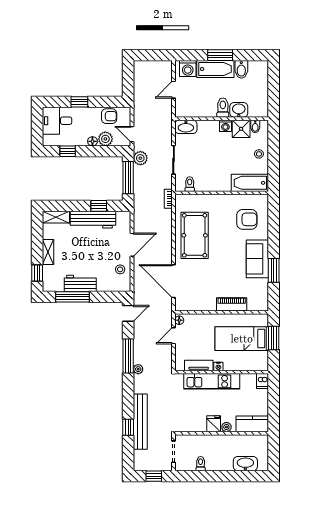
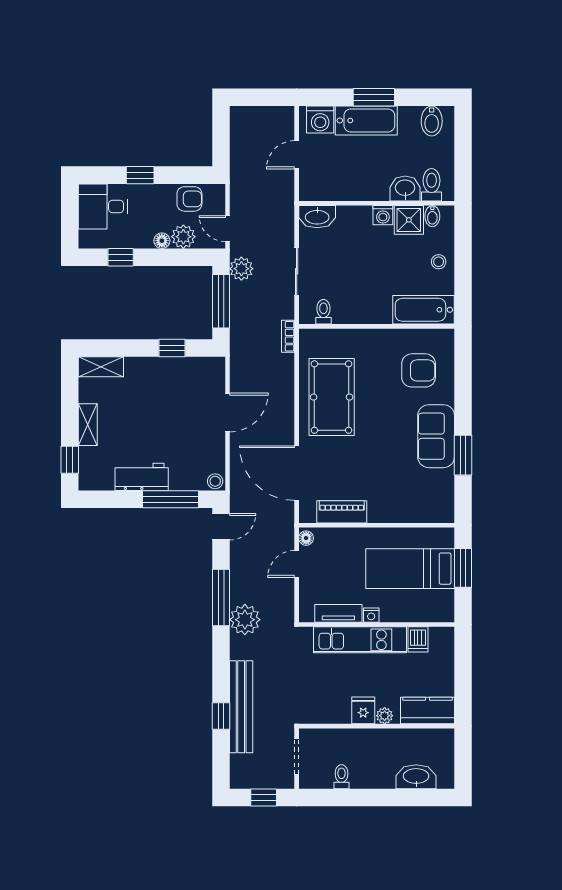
bidet: (241, 69) -> (432, 121), moved
toilet: (223, 108) -> (432, 185), moved
workbench: (93, 220) -> (163, 371), removed
stool: (120, 269) -> (215, 481), moved
window: (72, 297) -> (171, 499), moved
piano: (232, 304) -> (342, 512), moved
plant: (138, 369) -> (245, 620), width x1.87, depth x1.87
dishwasher: (263, 381) -> (418, 639), moved

